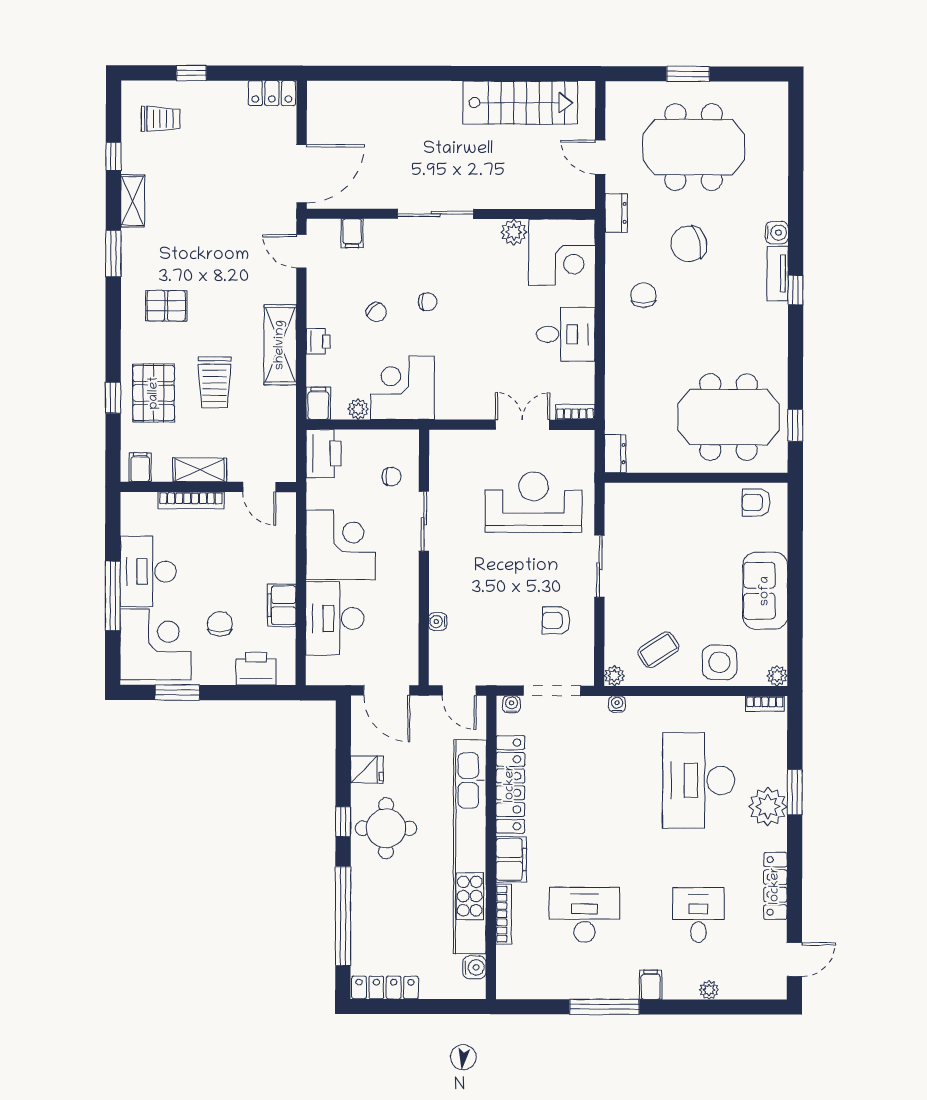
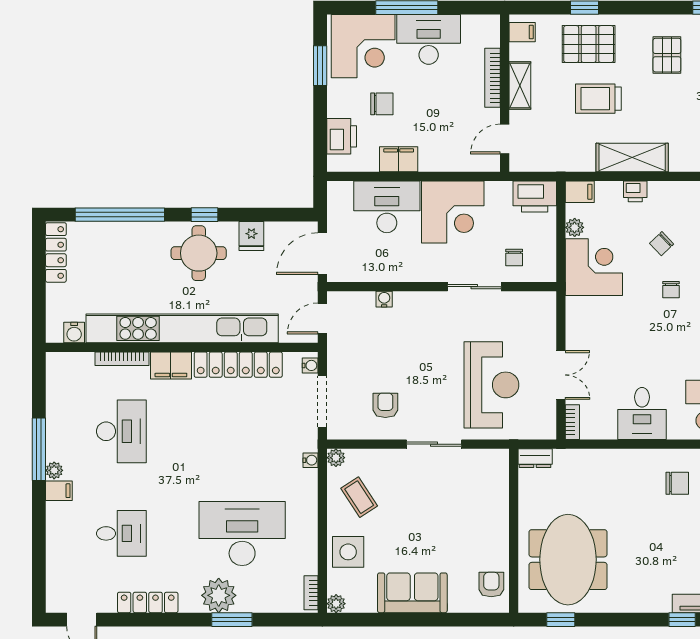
plant: (709, 990) -> (54, 470), moved

